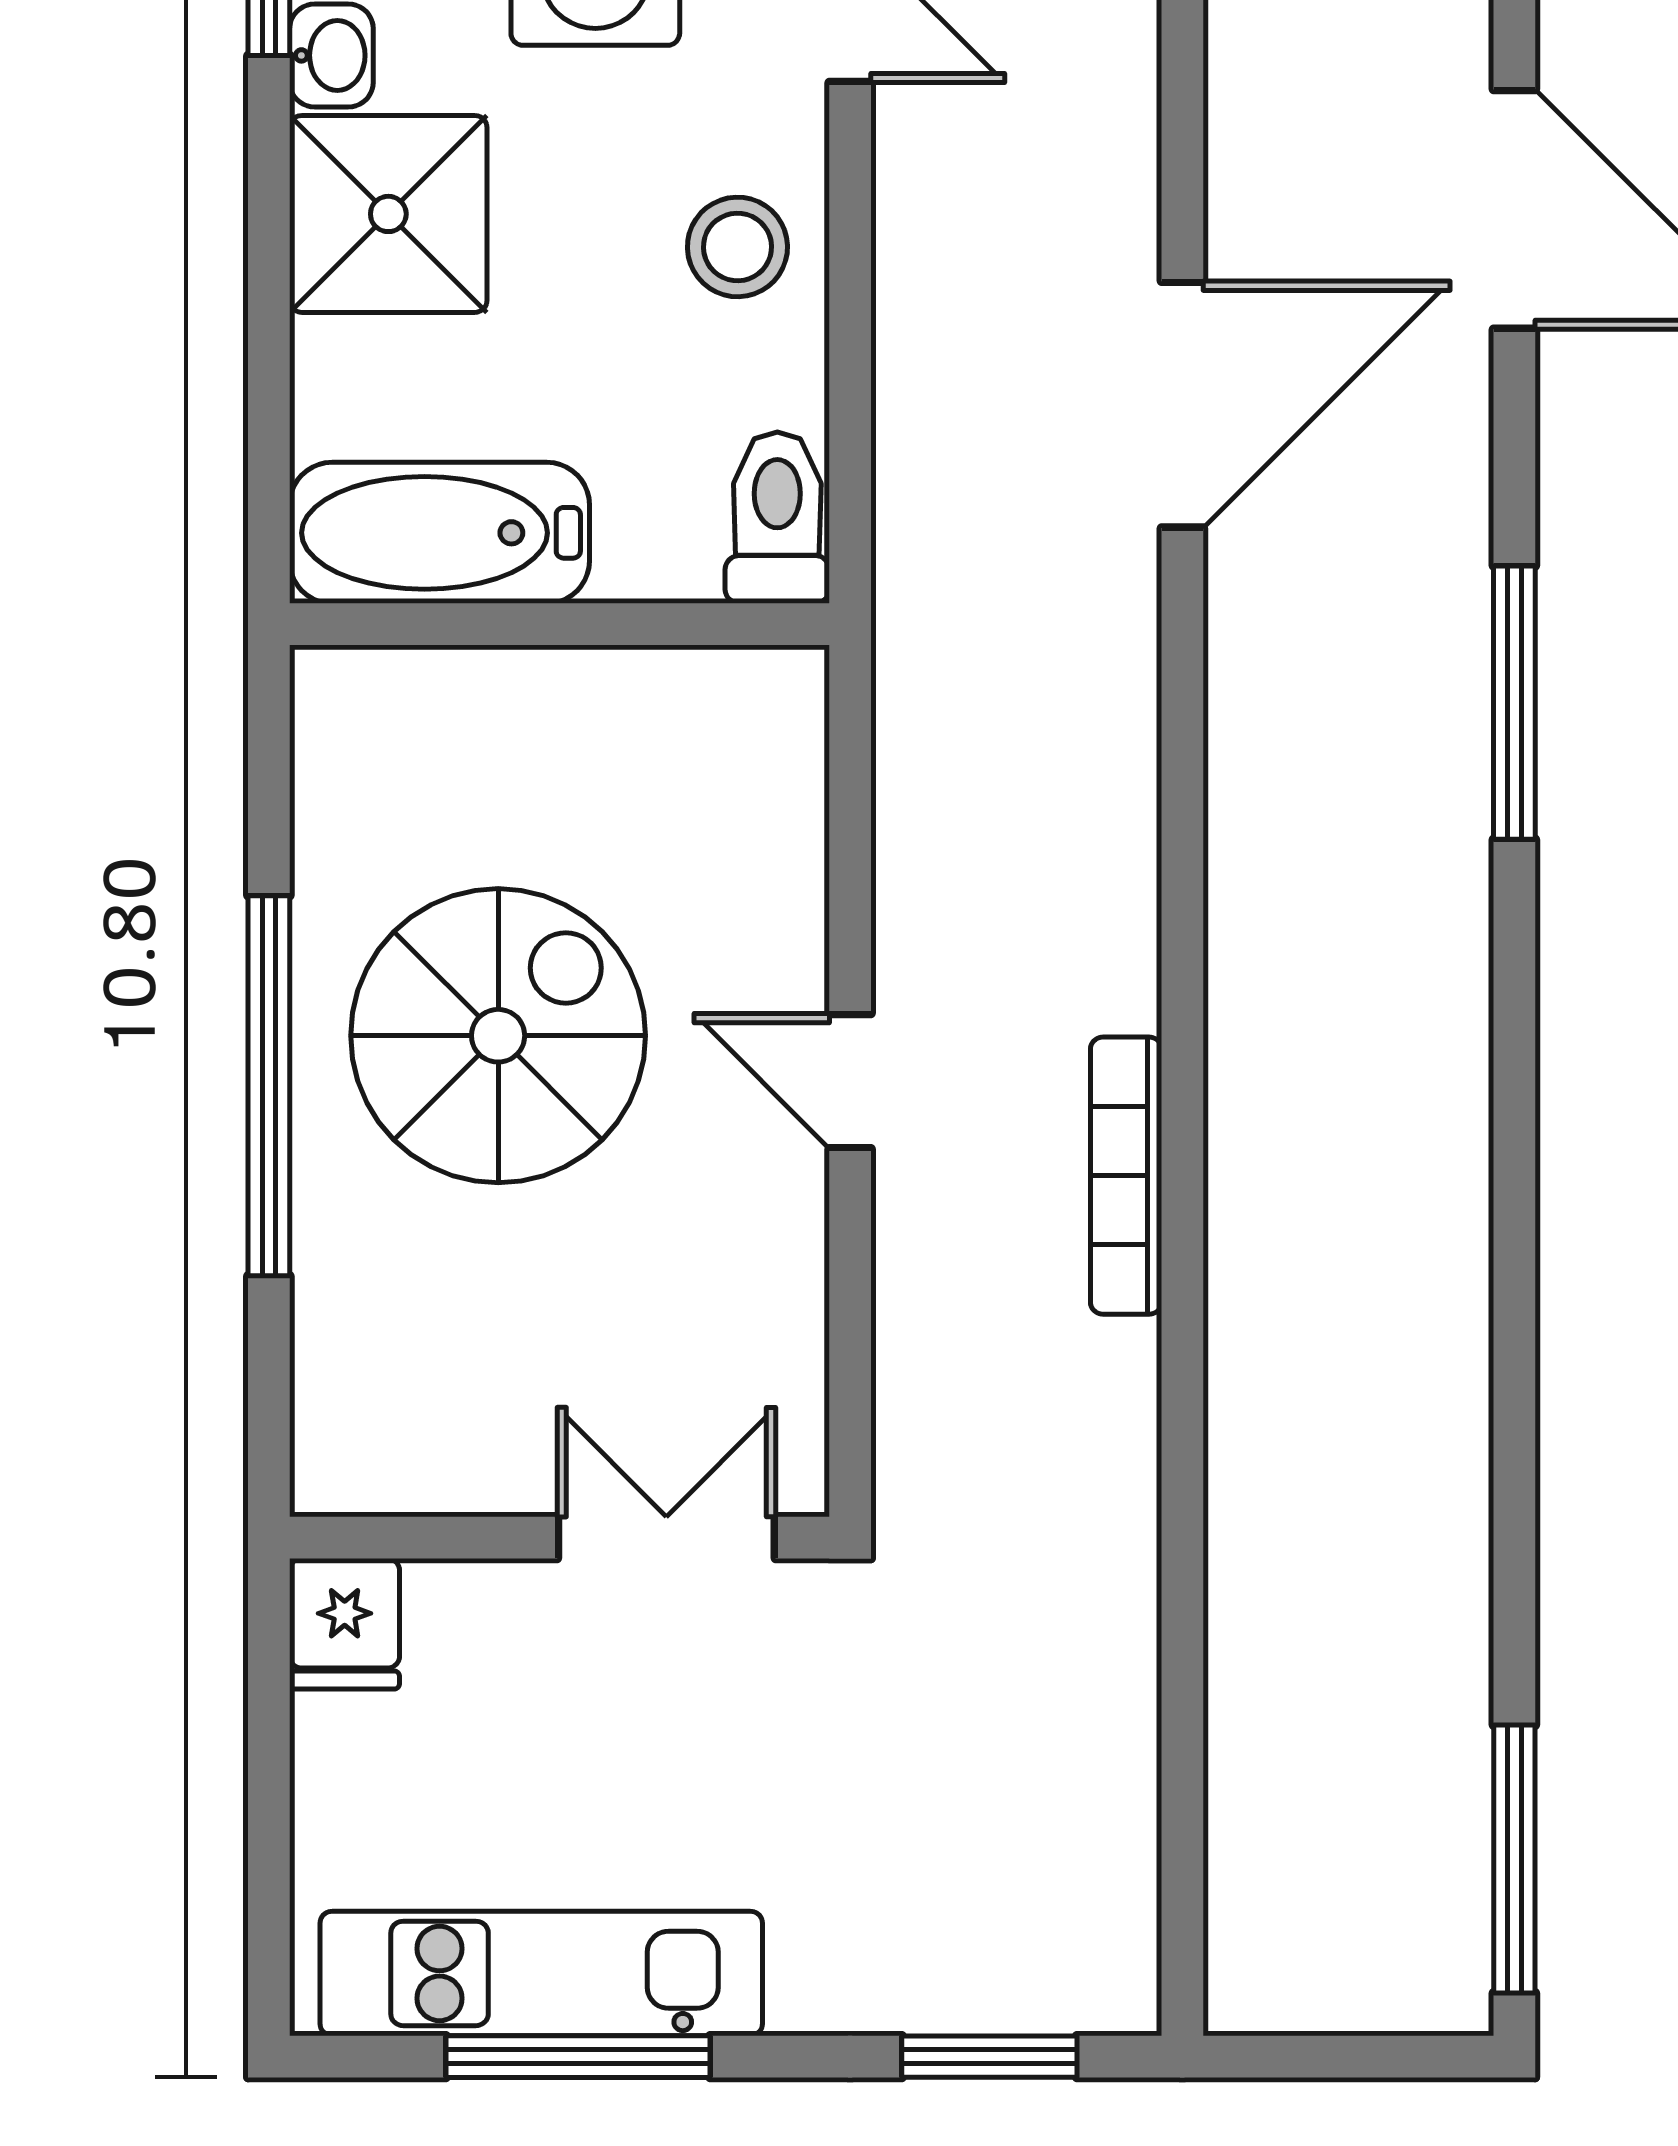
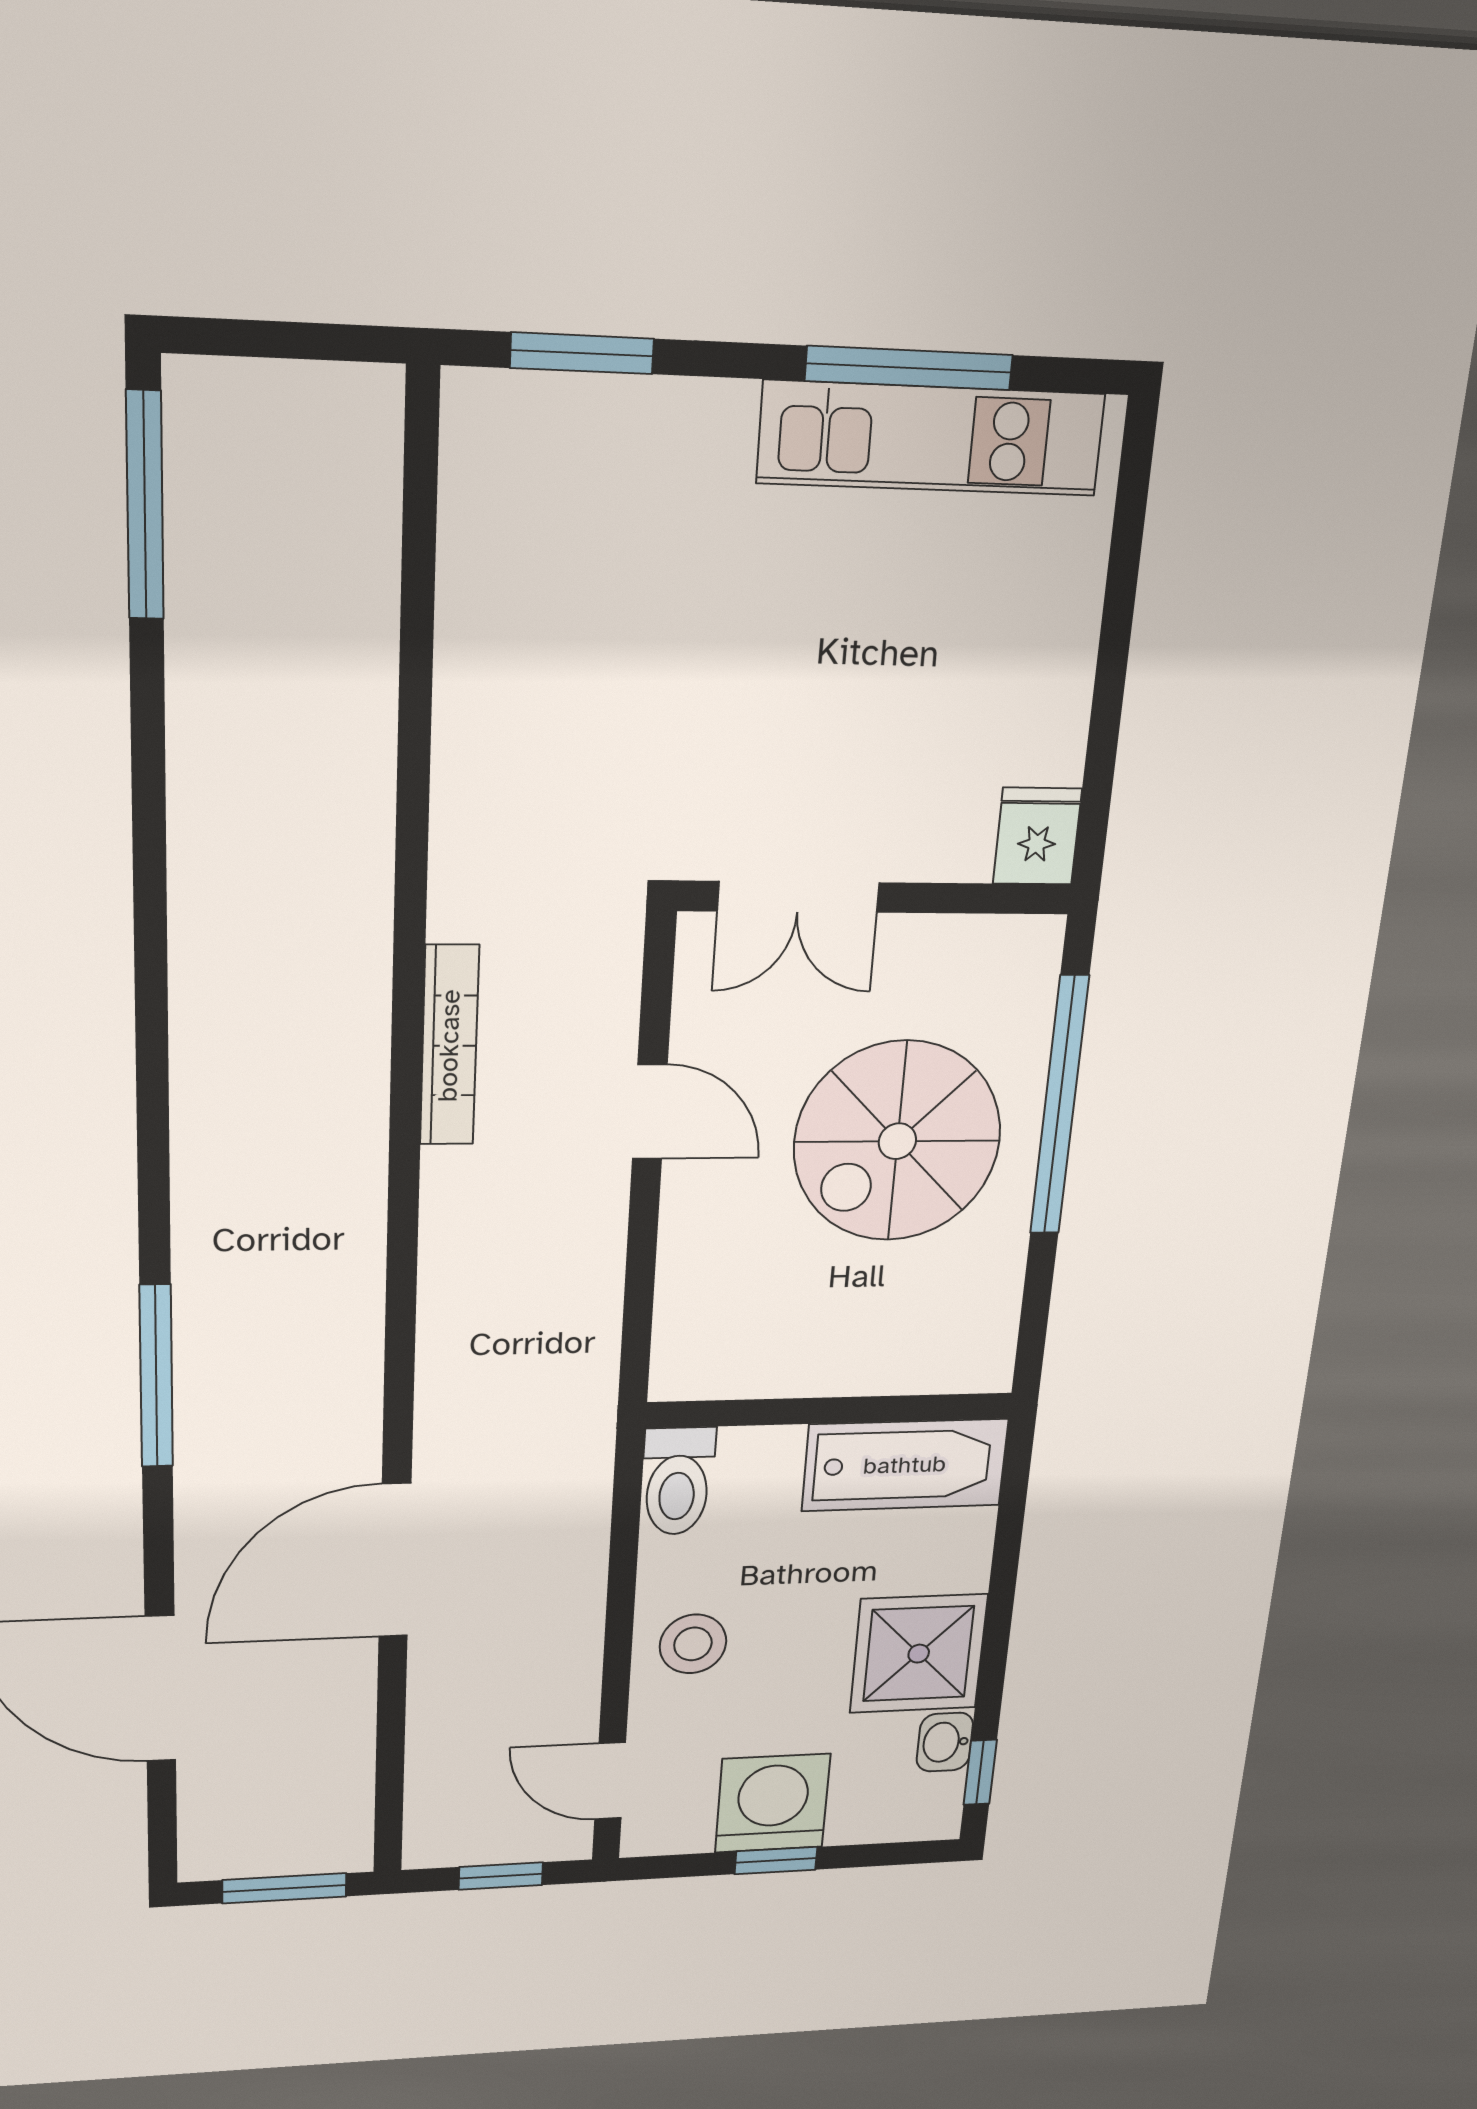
wall: (560, 1538) -> (876, 898), moved
double door: (666, 1538) -> (798, 897), moved
fridge: (345, 1624) -> (1037, 836), moved

